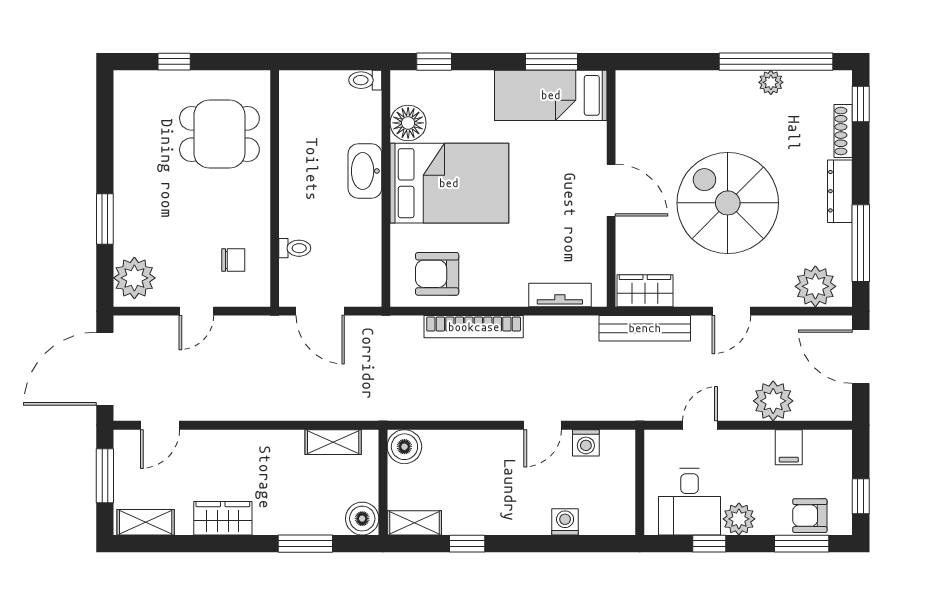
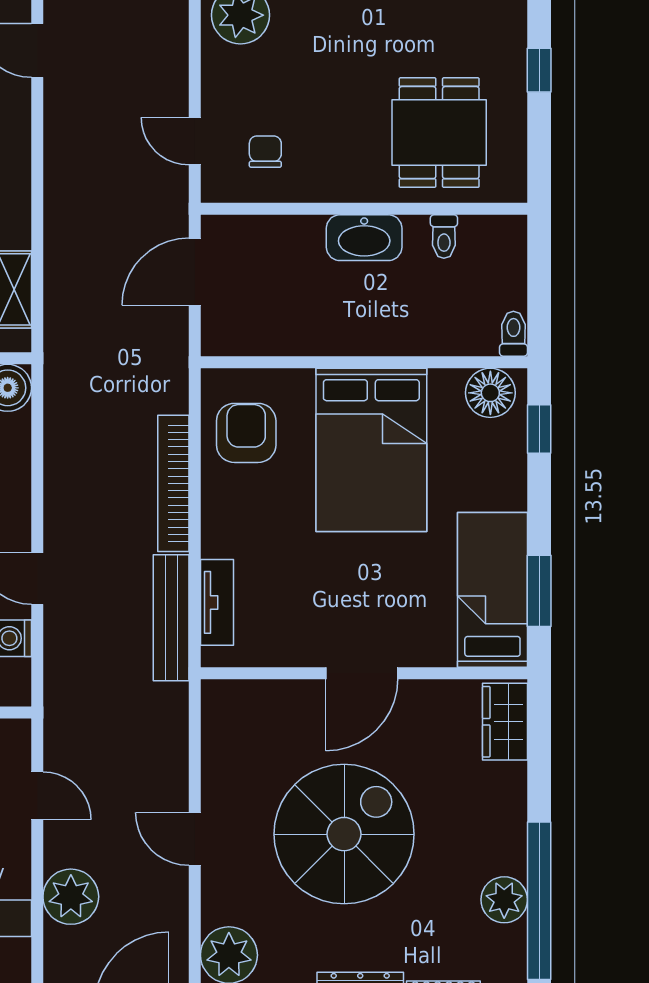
plant: (771, 82) -> (504, 900), width x1.38, depth x1.38
floor lamp: (408, 123) -> (490, 393), moved
washbasin: (365, 171) -> (364, 238), moved, turned 180
toilet: (295, 248) -> (444, 236), moved
chair: (233, 260) -> (265, 152), turned 180
wardrobe: (645, 291) -> (505, 722), moved, turned 180
door: (196, 311) -> (195, 141), moved
bench: (645, 328) -> (171, 618), moved

